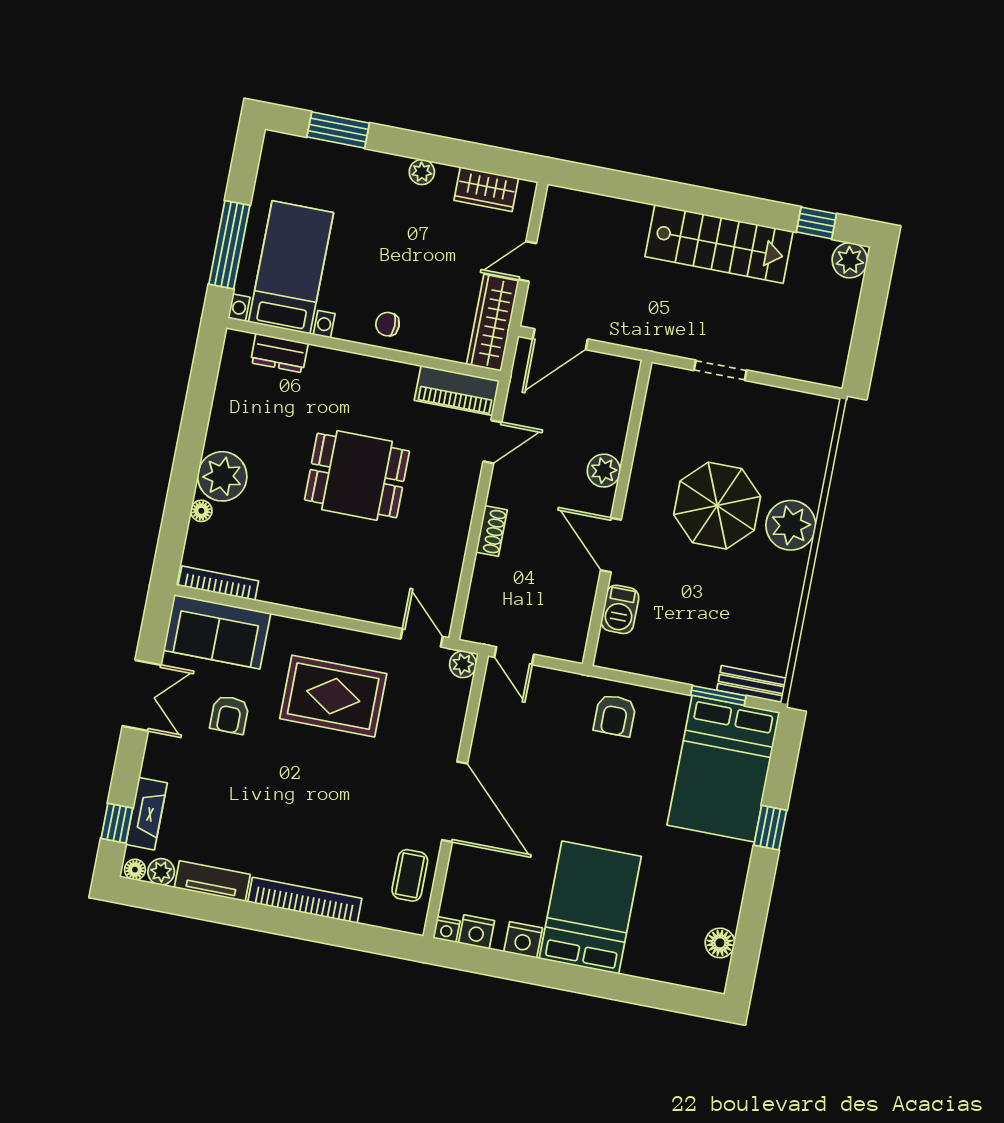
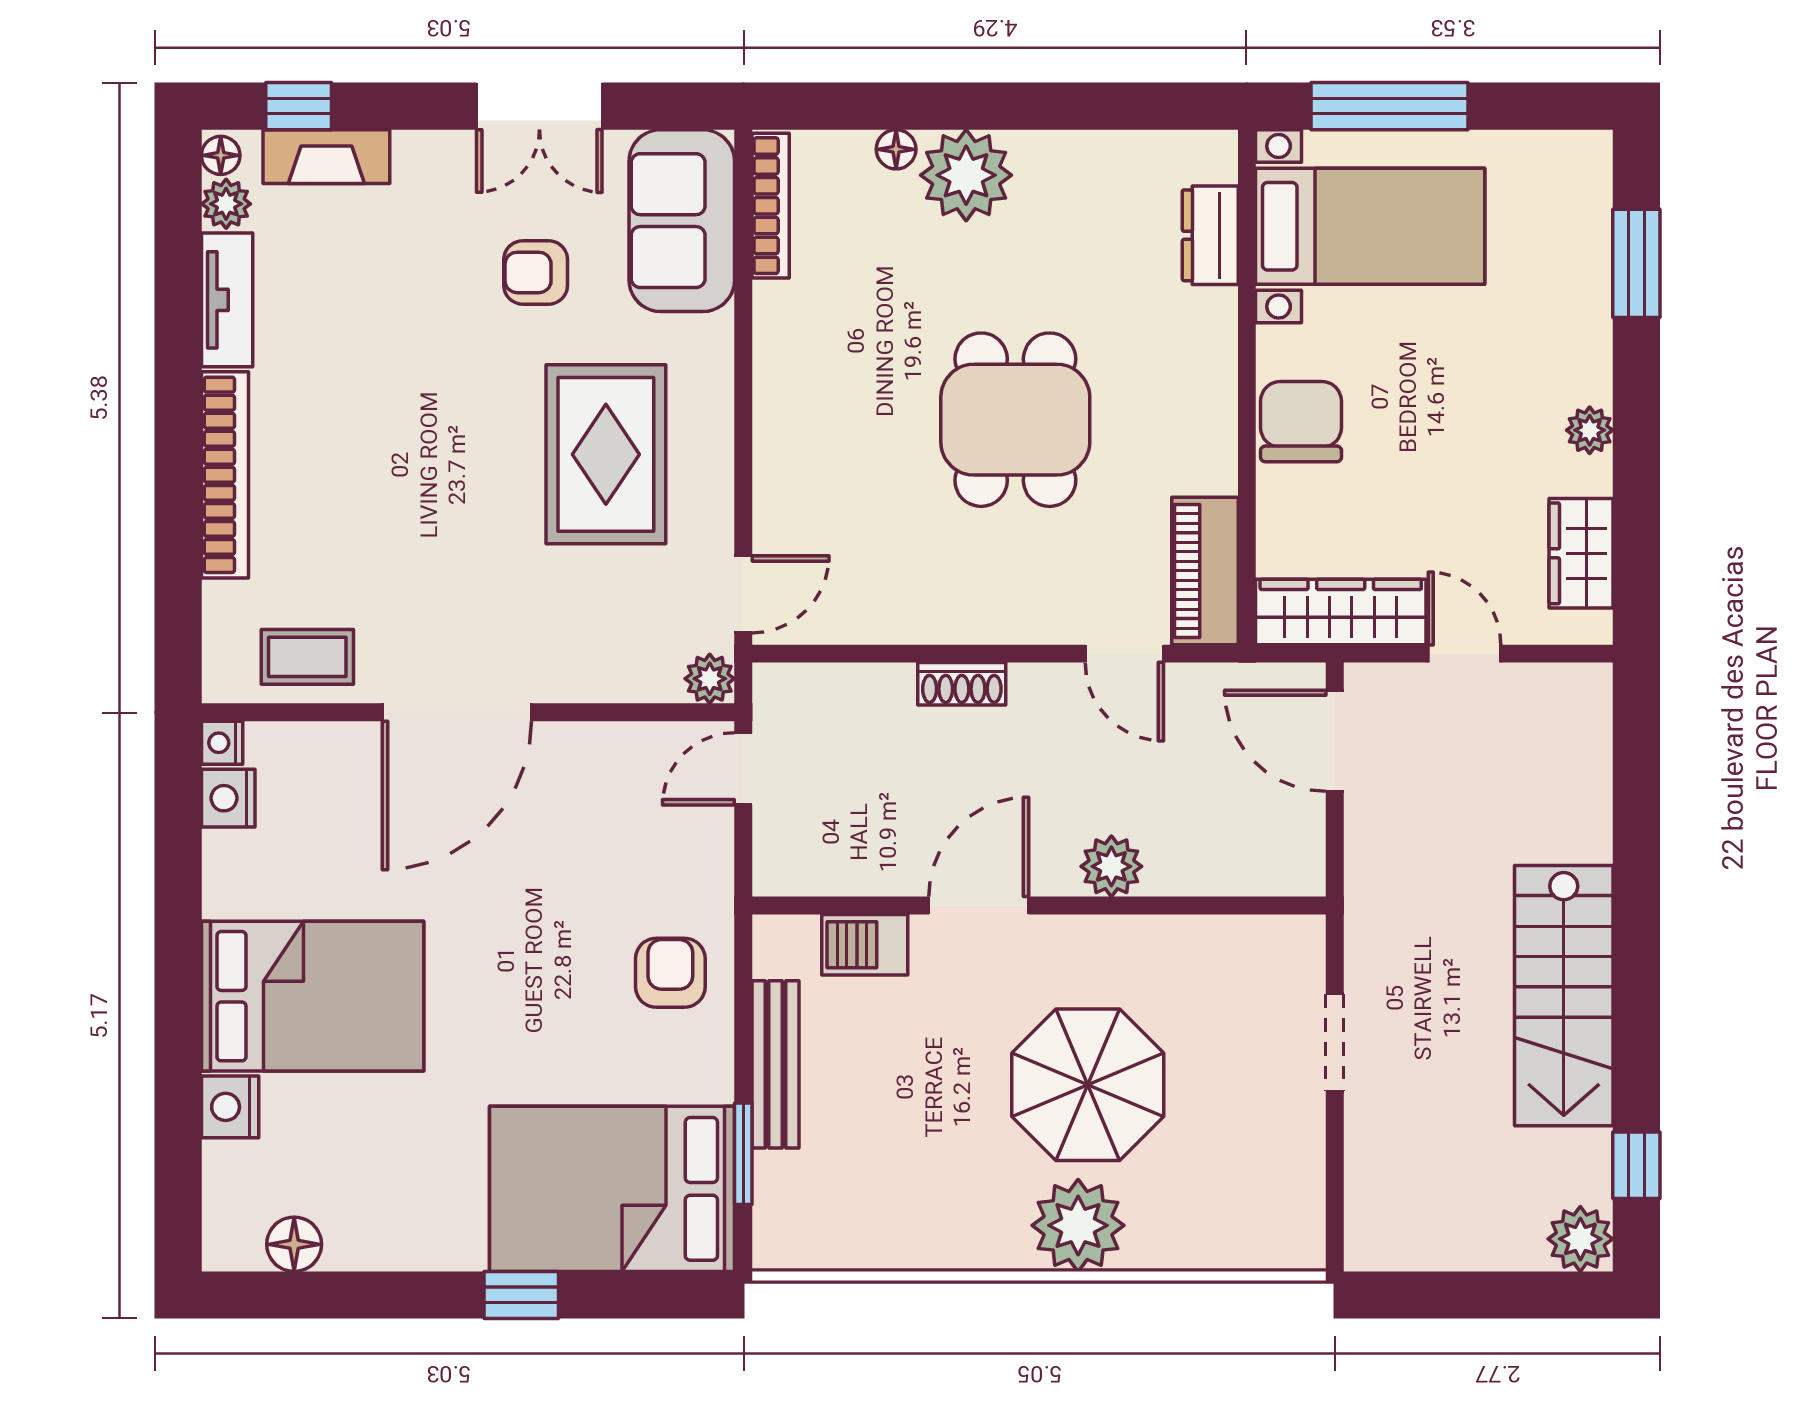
chair: (388, 324) -> (1301, 422), width x1.87, depth x1.87
bench: (752, 684) -> (775, 1064), moved, width x1.36
armchair: (615, 715) -> (670, 973), turned 90
nightstand: (523, 940) -> (230, 1107), moved

